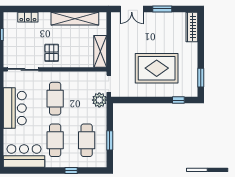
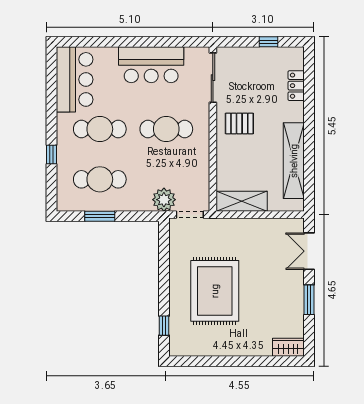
wardrobe: (192, 27) -> (288, 347), width x0.67
window: (201, 78) -> (200, 361), removed

